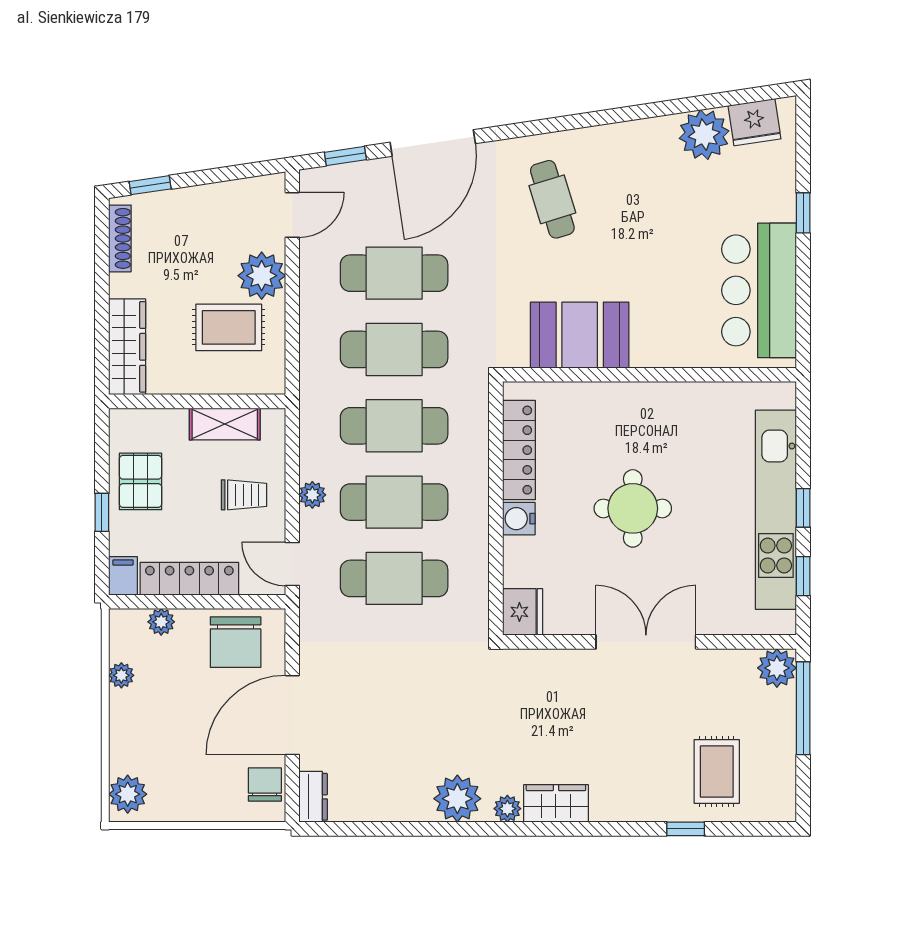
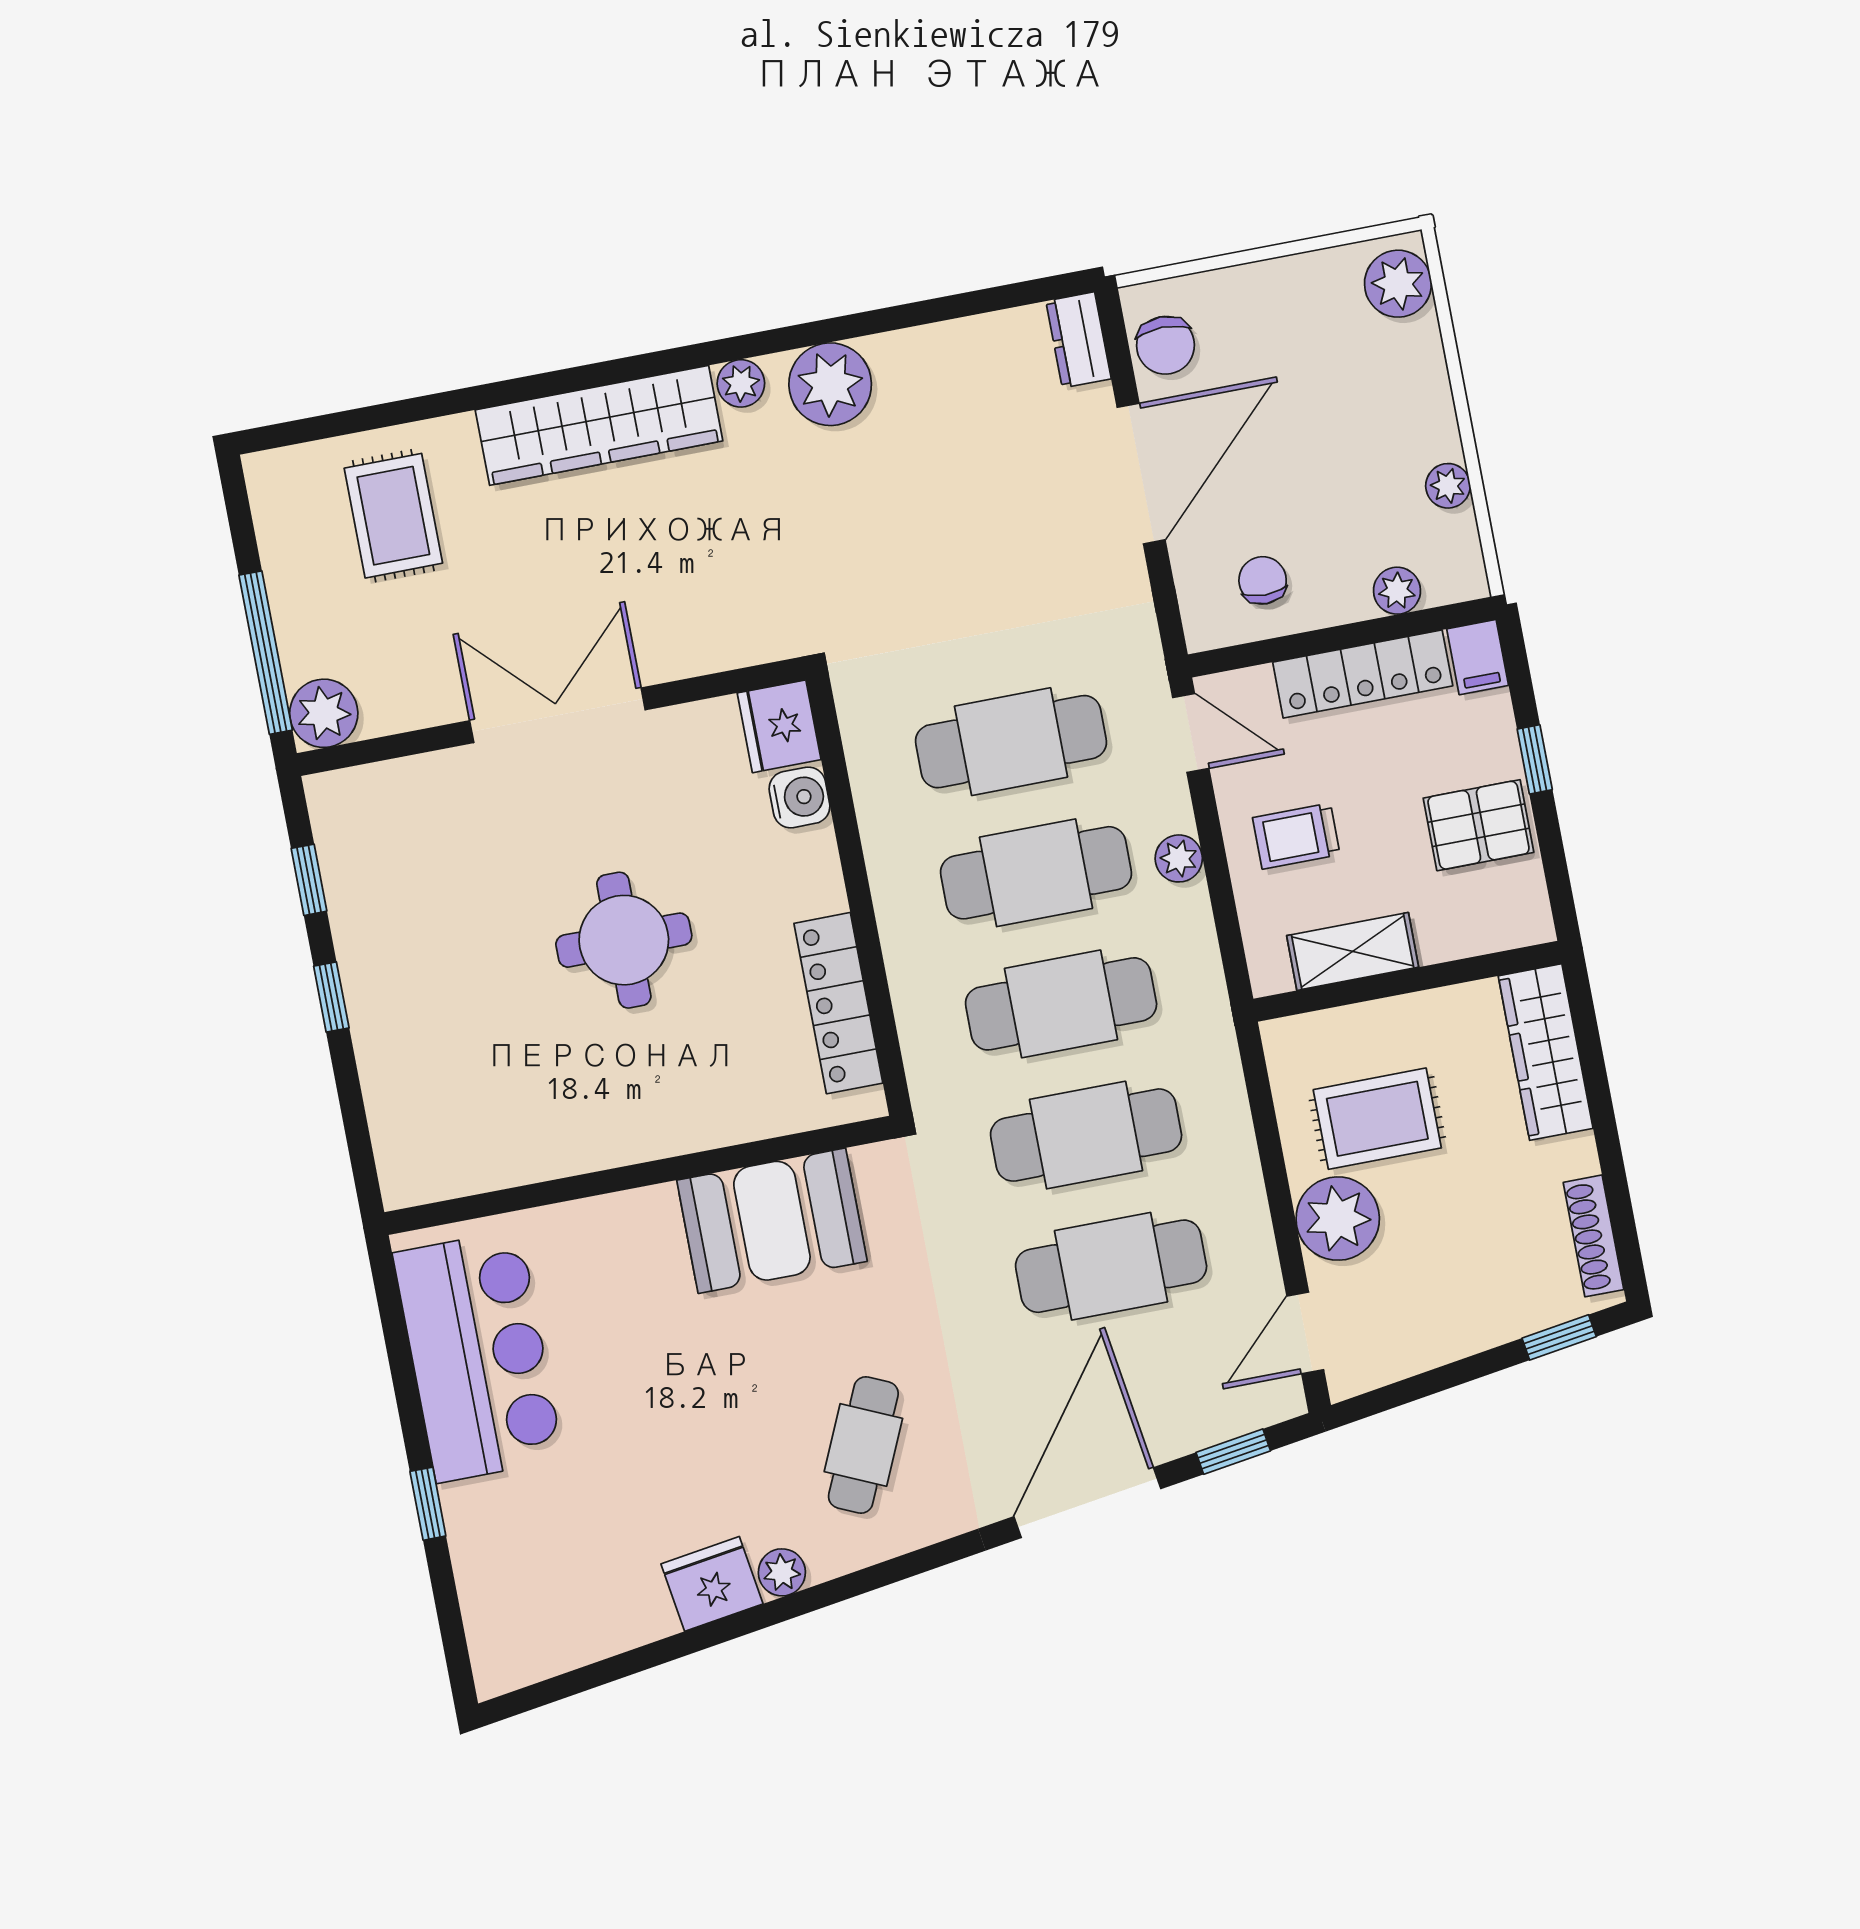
fridge: (754, 122) -> (712, 1584), moved
plant: (704, 135) -> (782, 1572), moved, width x0.53, depth x0.53
cafe table: (552, 199) -> (863, 1445), turned 41
pallet: (141, 481) -> (1478, 825), turned 90
kitchen unit: (776, 510) -> (377, 985), removed
water cooler: (519, 519) -> (799, 797), moved
chair: (236, 642) -> (1263, 580), width x0.54, depth x0.54
double door: (646, 642) -> (557, 715), swing flipped
wardrobe: (556, 803) -> (599, 425), width x2.10, depth x1.17
window: (686, 829) -> (428, 407), removed

